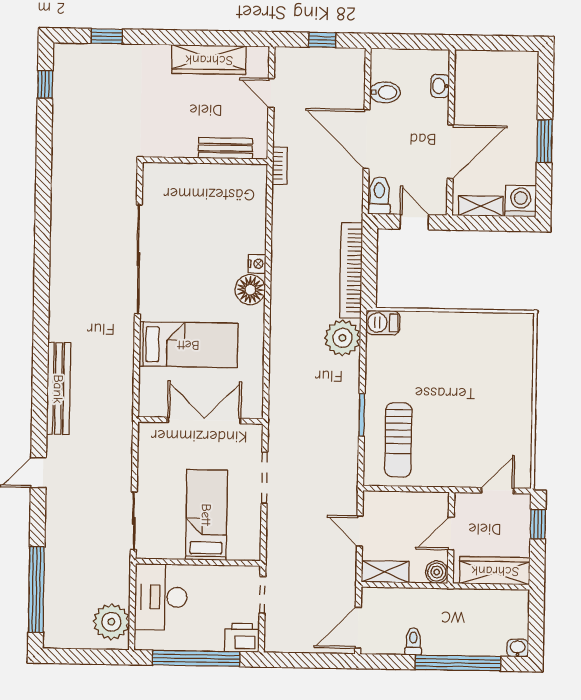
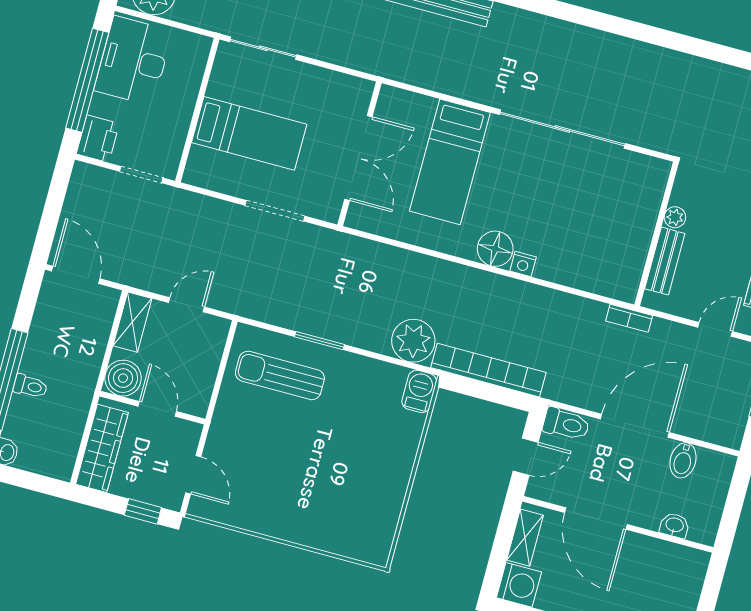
plant: (188, 149) -> (675, 217), added
boiler: (437, 572) -> (123, 378), width x1.36, depth x1.36
desk: (161, 597) -> (133, 61), moved, turned -90
toilet: (413, 641) -> (30, 386), moved

